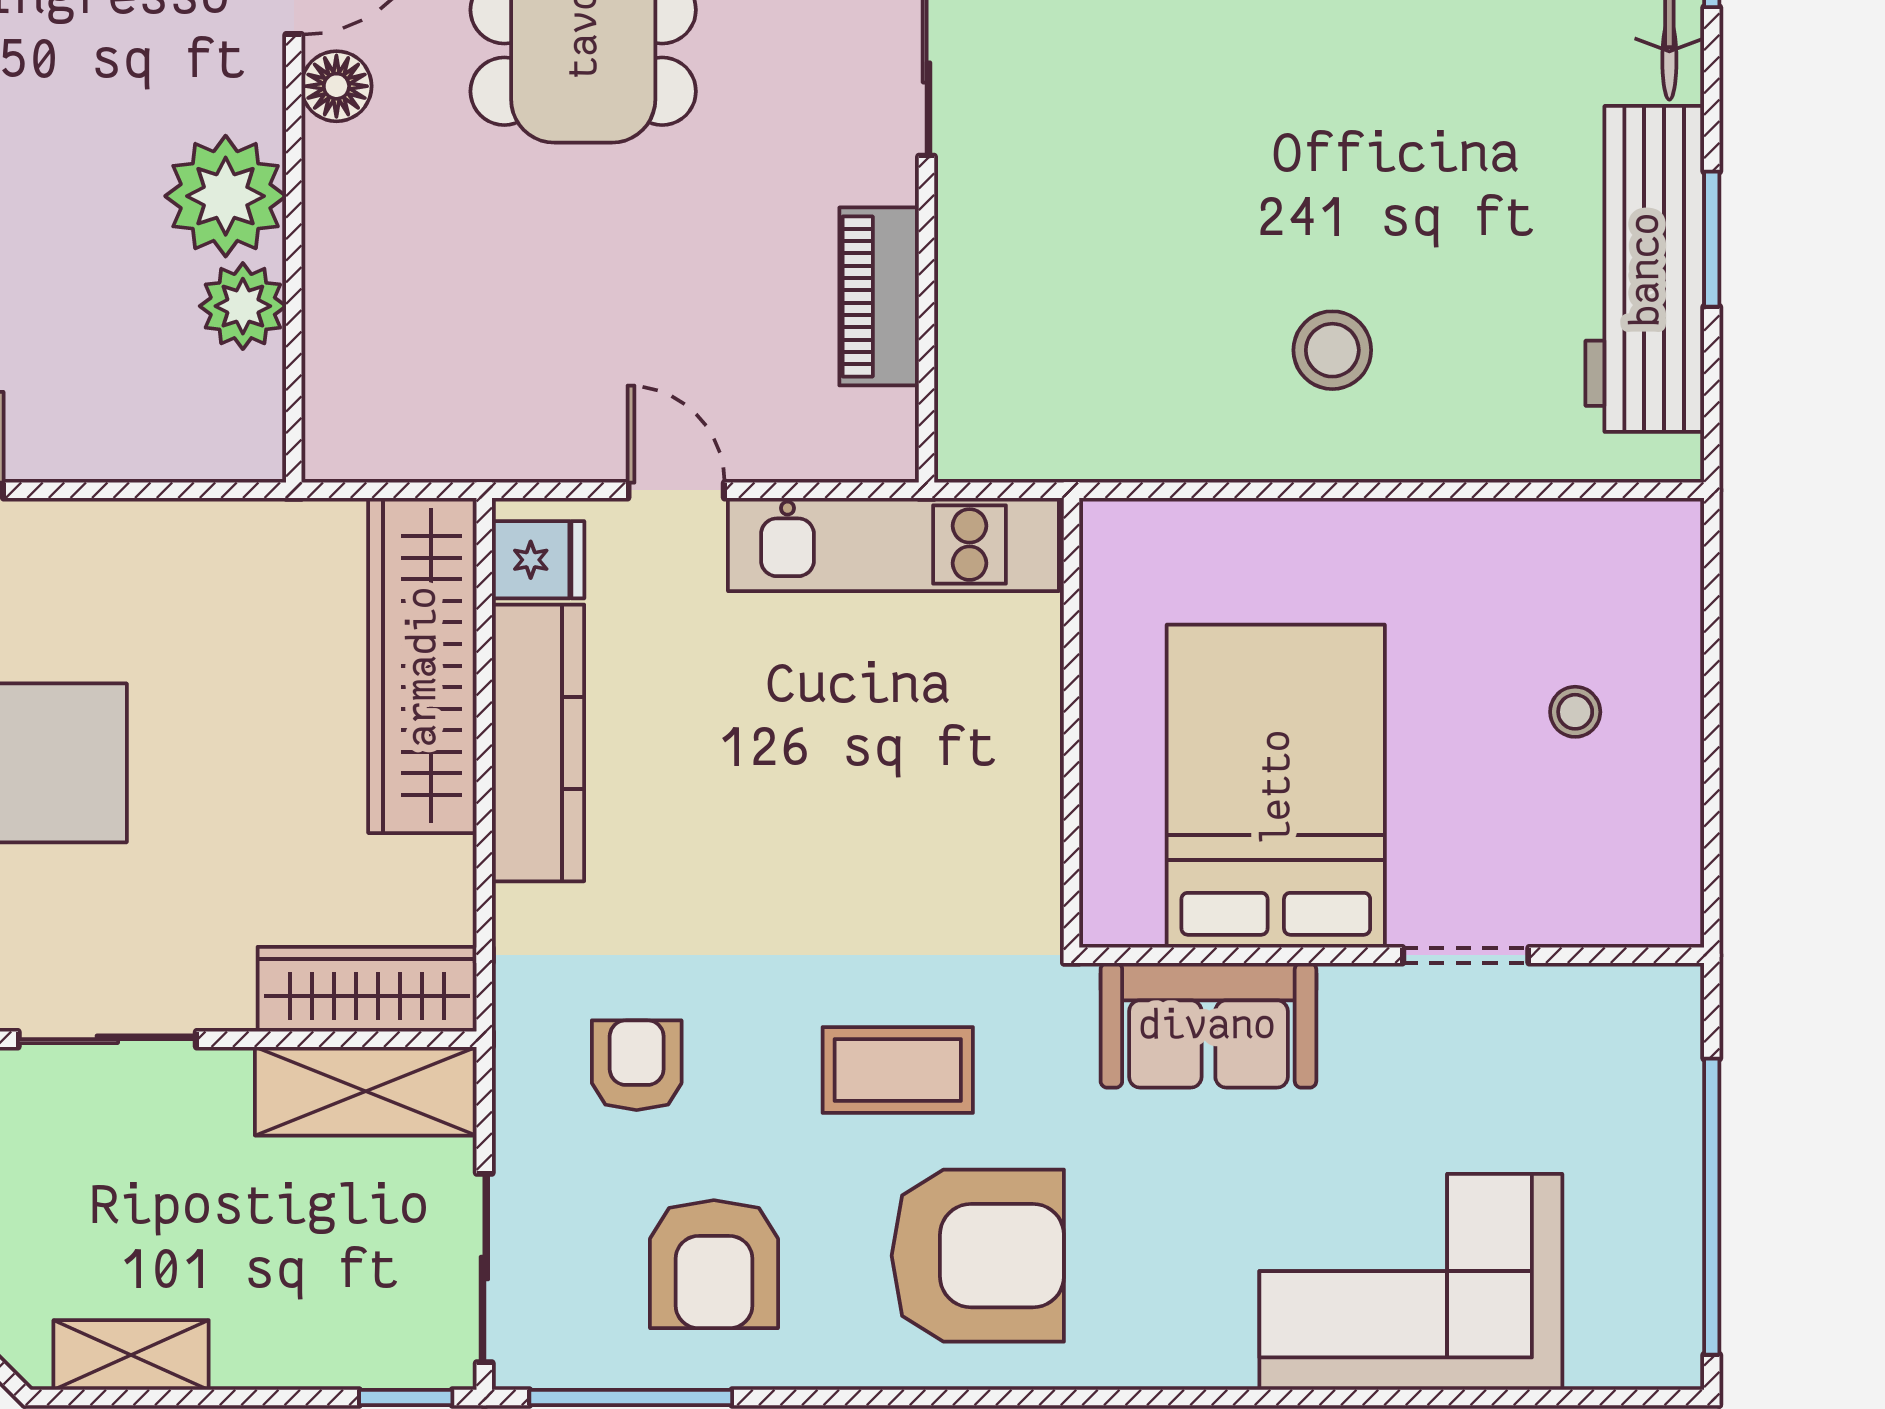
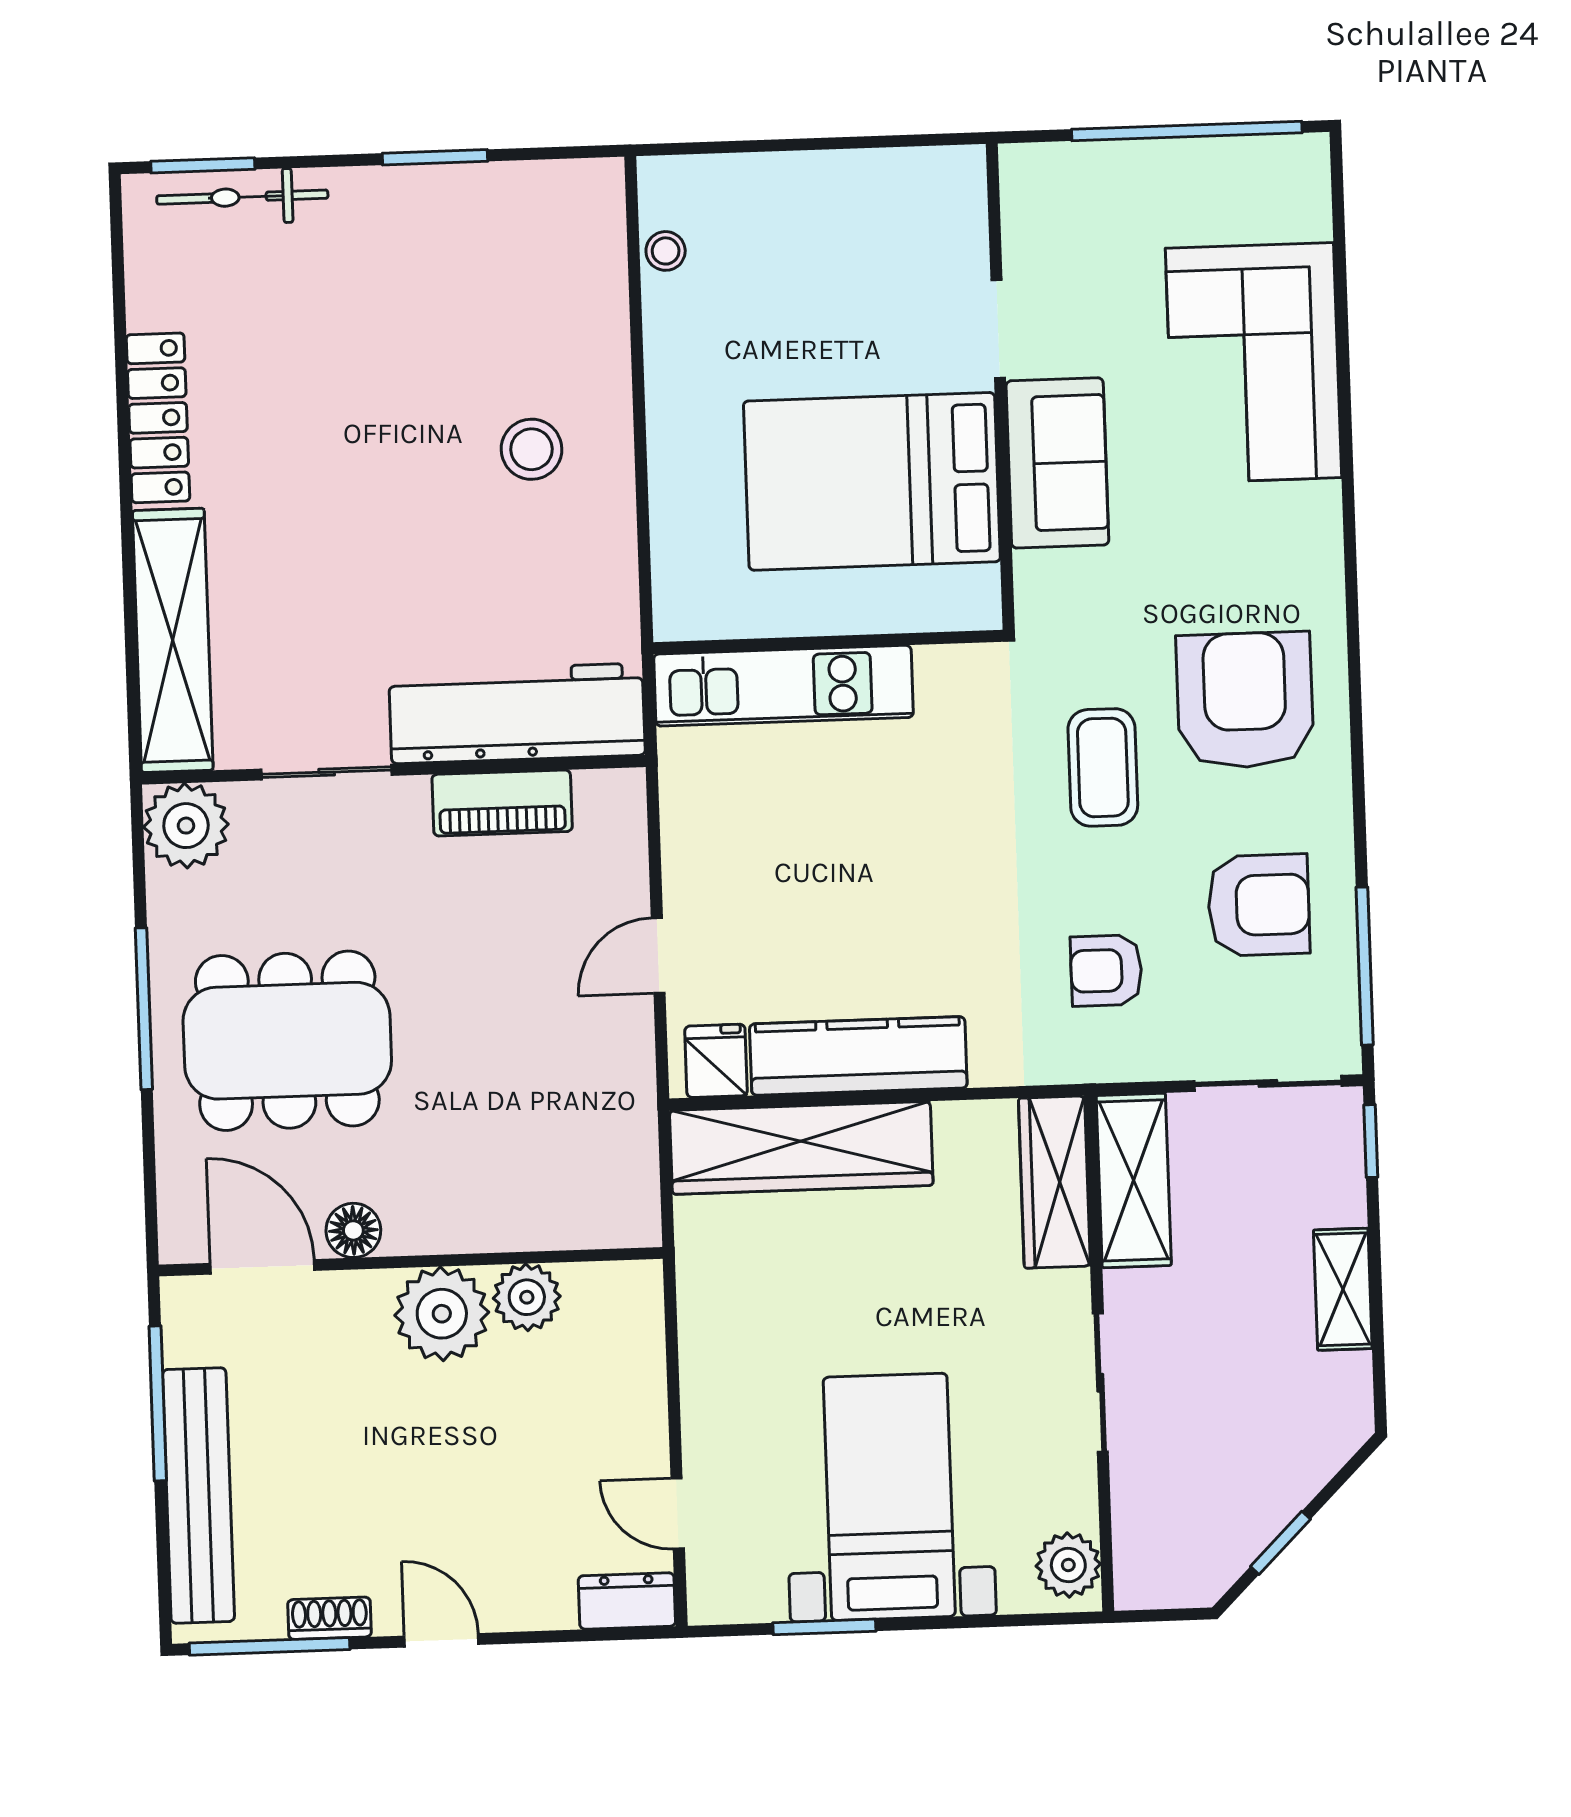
workbench: (1645, 269) -> (517, 713), moved, turned 180
kitchen unit: (893, 545) -> (783, 686), moved, turned 90
stool: (1575, 712) -> (666, 251), moved
sofa: (1208, 1025) -> (1057, 463), moved
shelving: (131, 1355) -> (1343, 1289), moved

